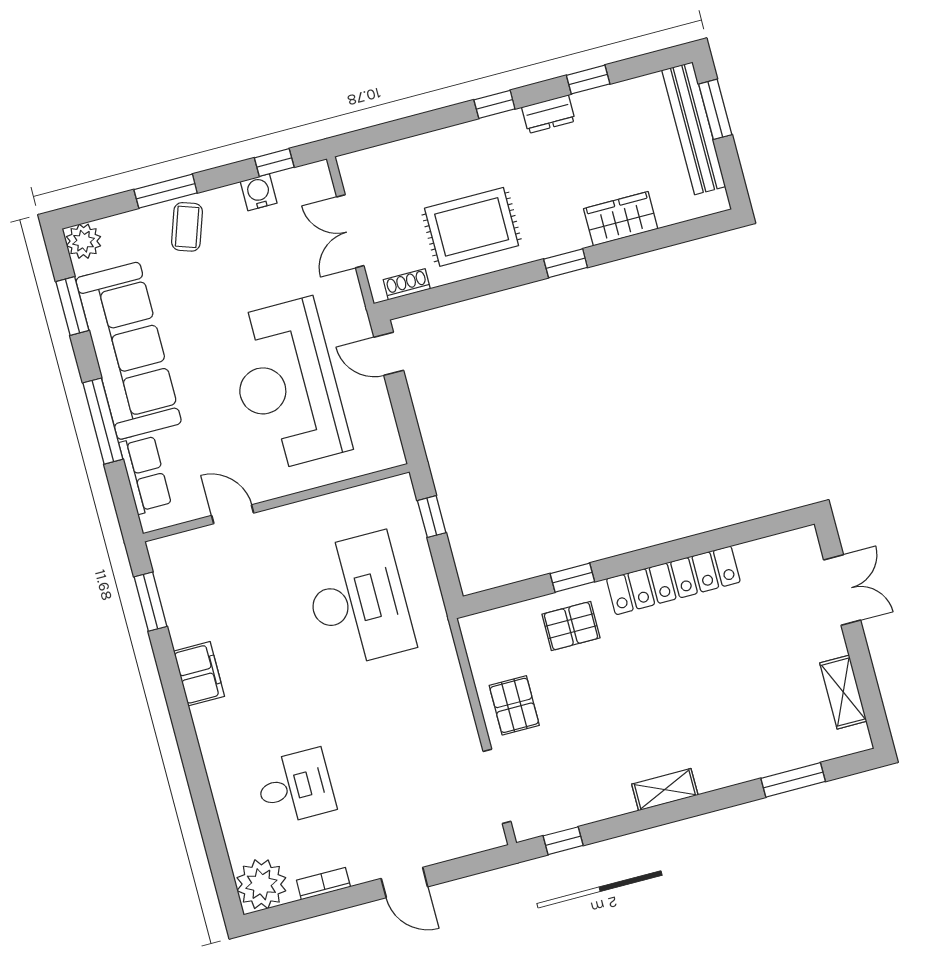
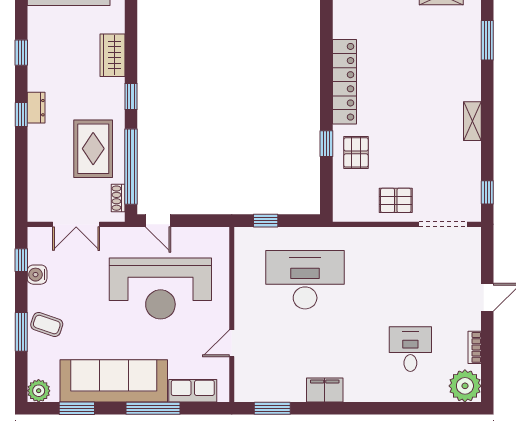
dresser: (548, 114) -> (36, 108), moved
window: (459, 291) -> (131, 167), added
door: (389, 354) -> (158, 221), hinge flipped

